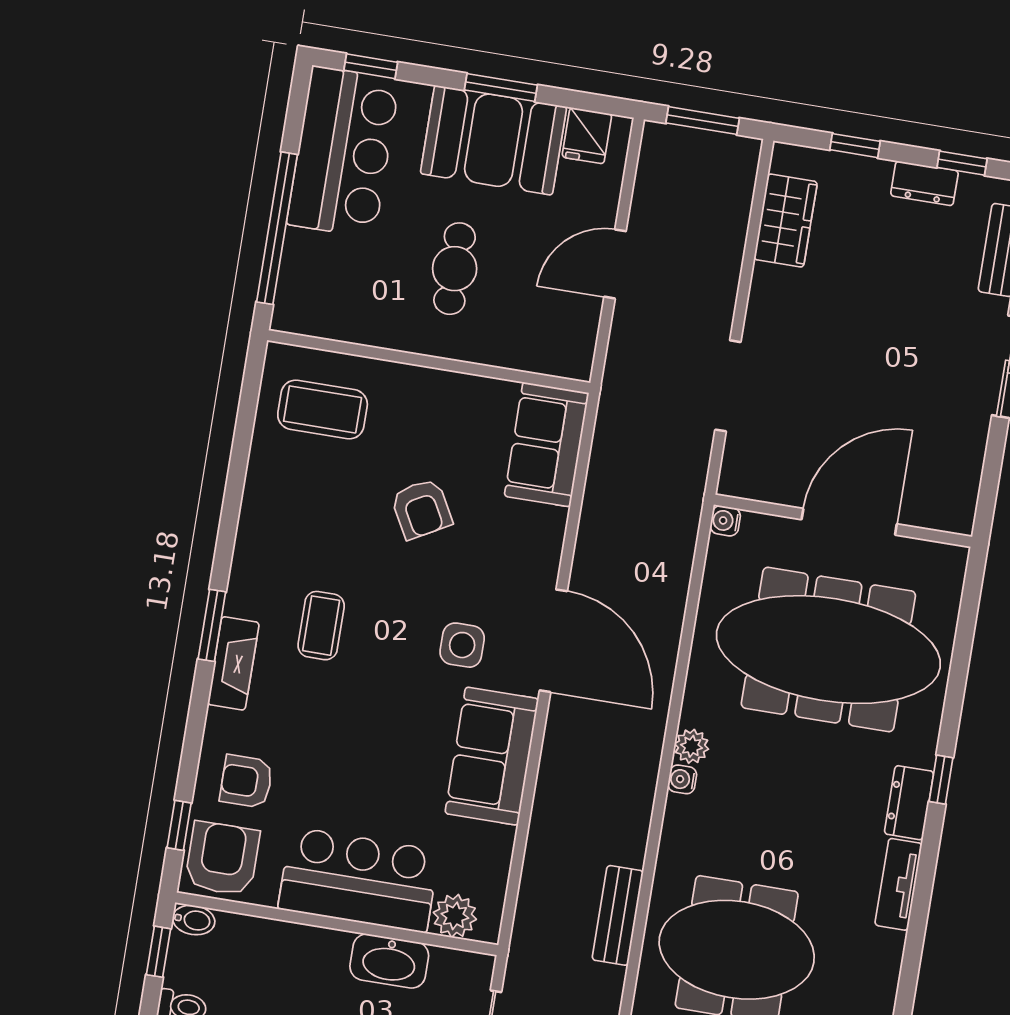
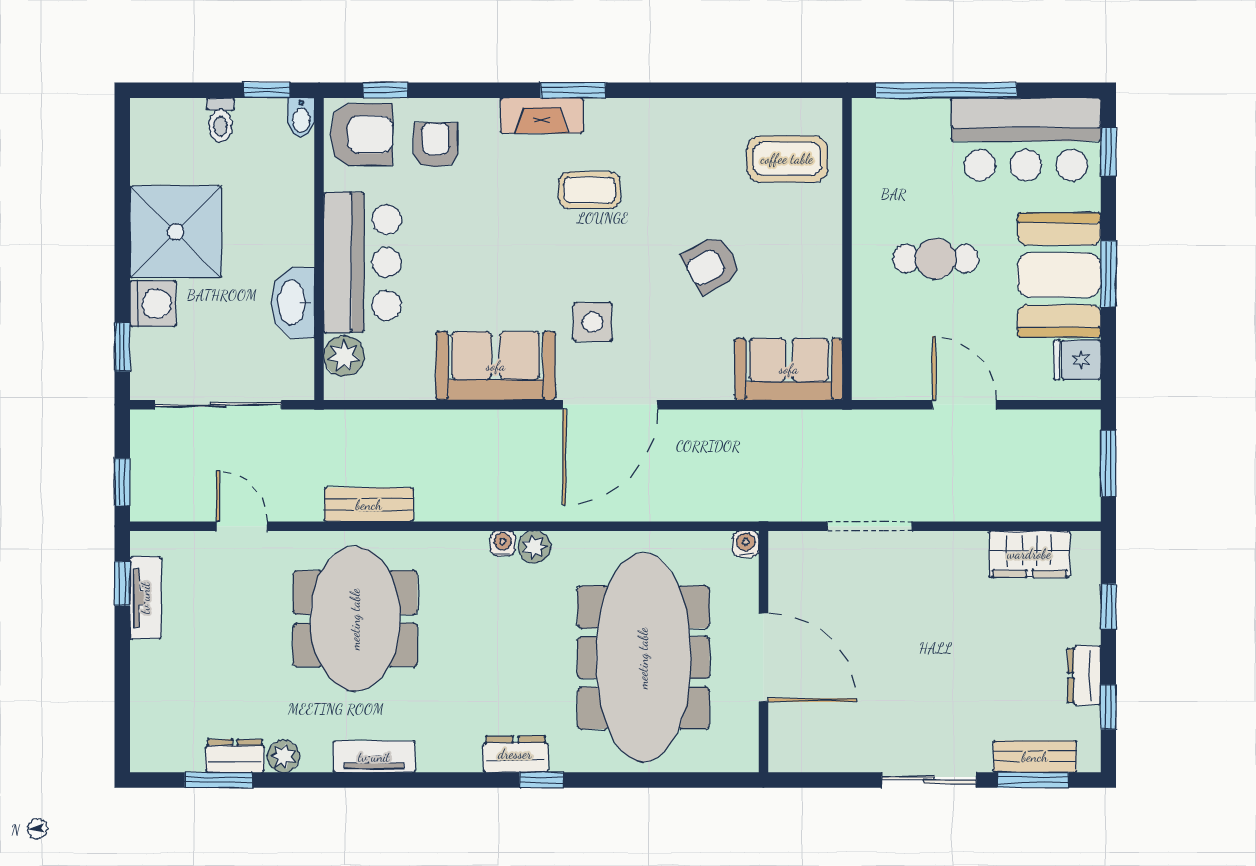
coffee table: (323, 409) -> (787, 159), turned 90
tv unit: (898, 884) -> (374, 757), moved

